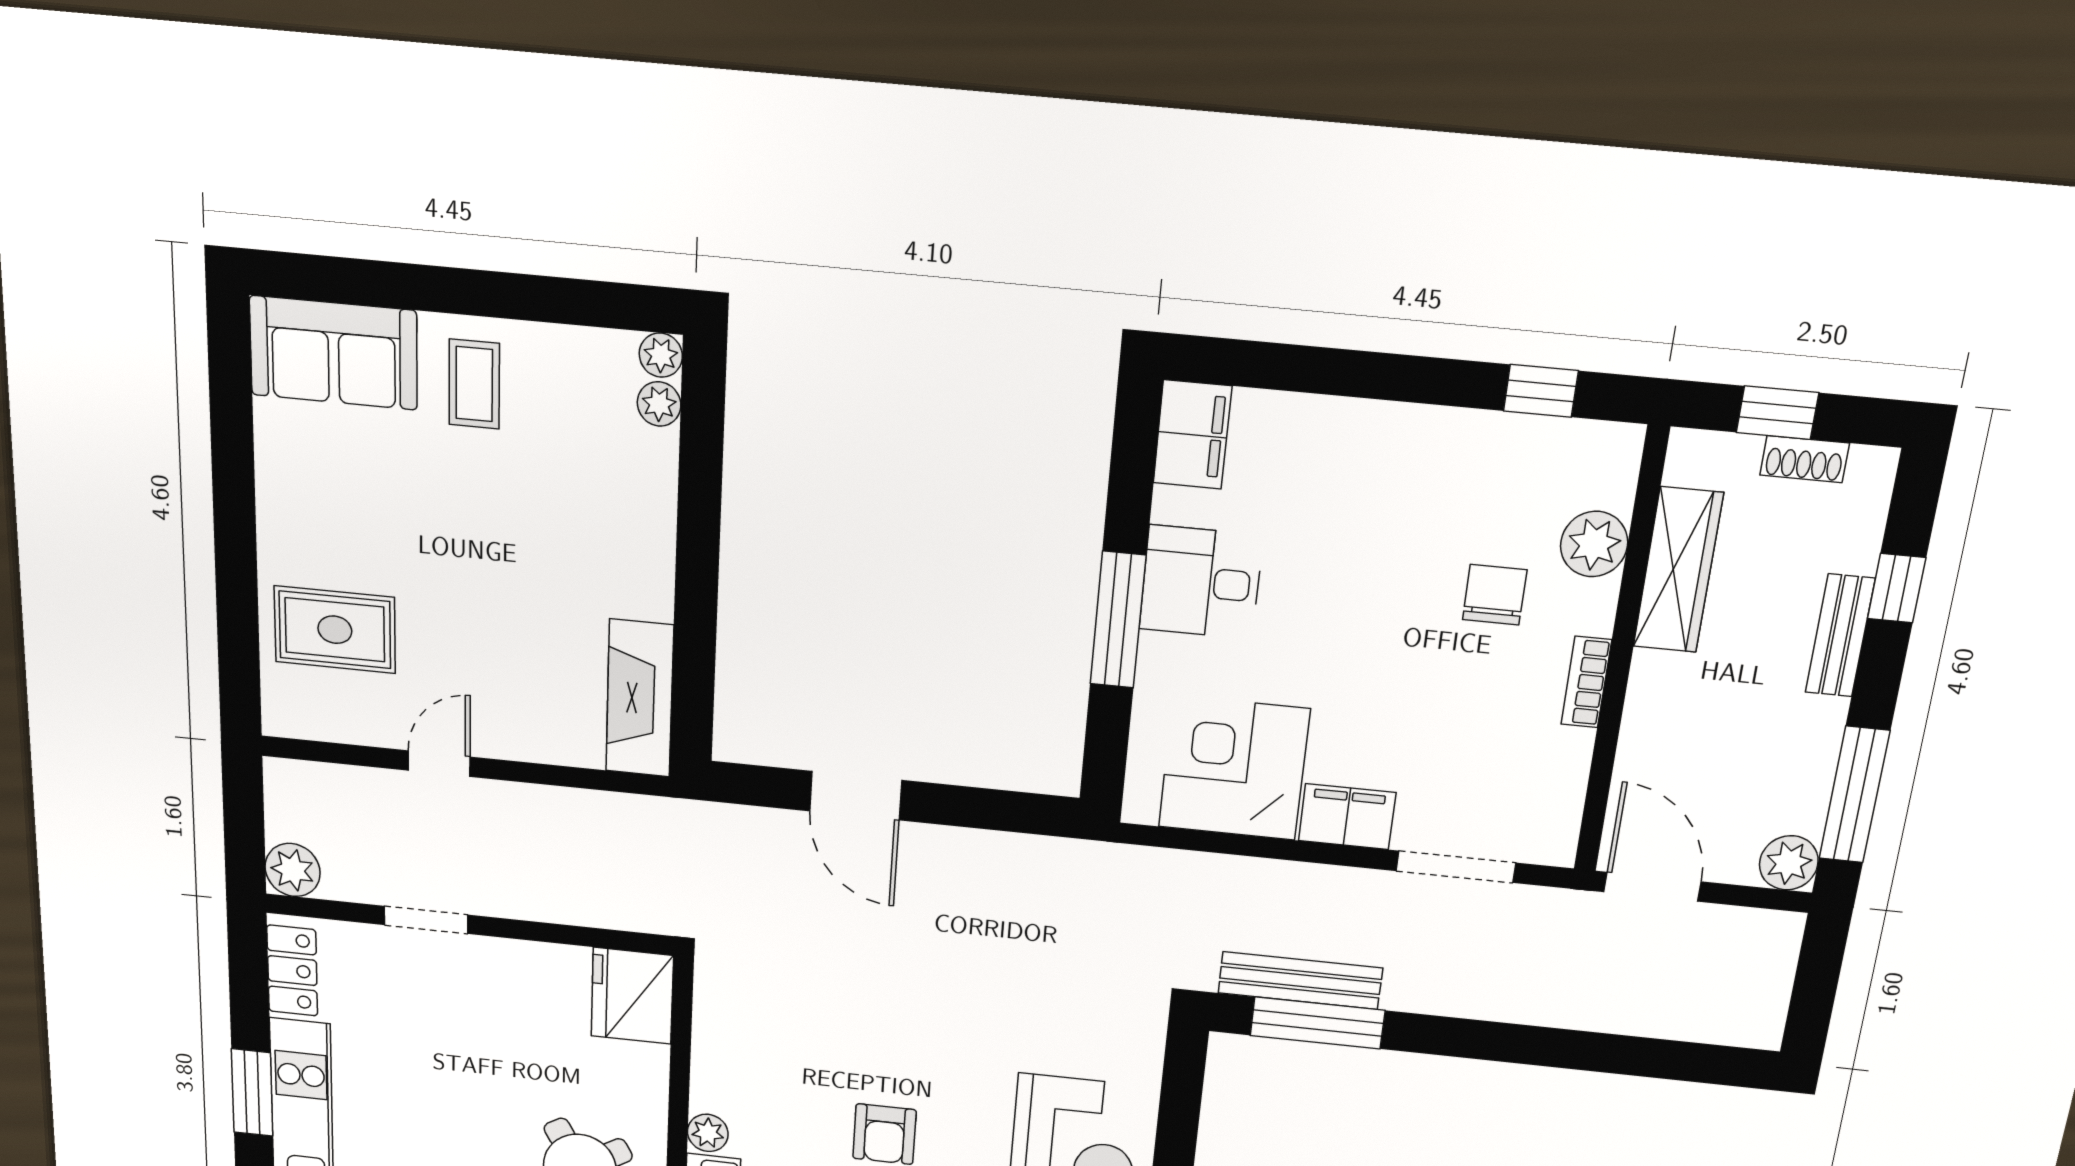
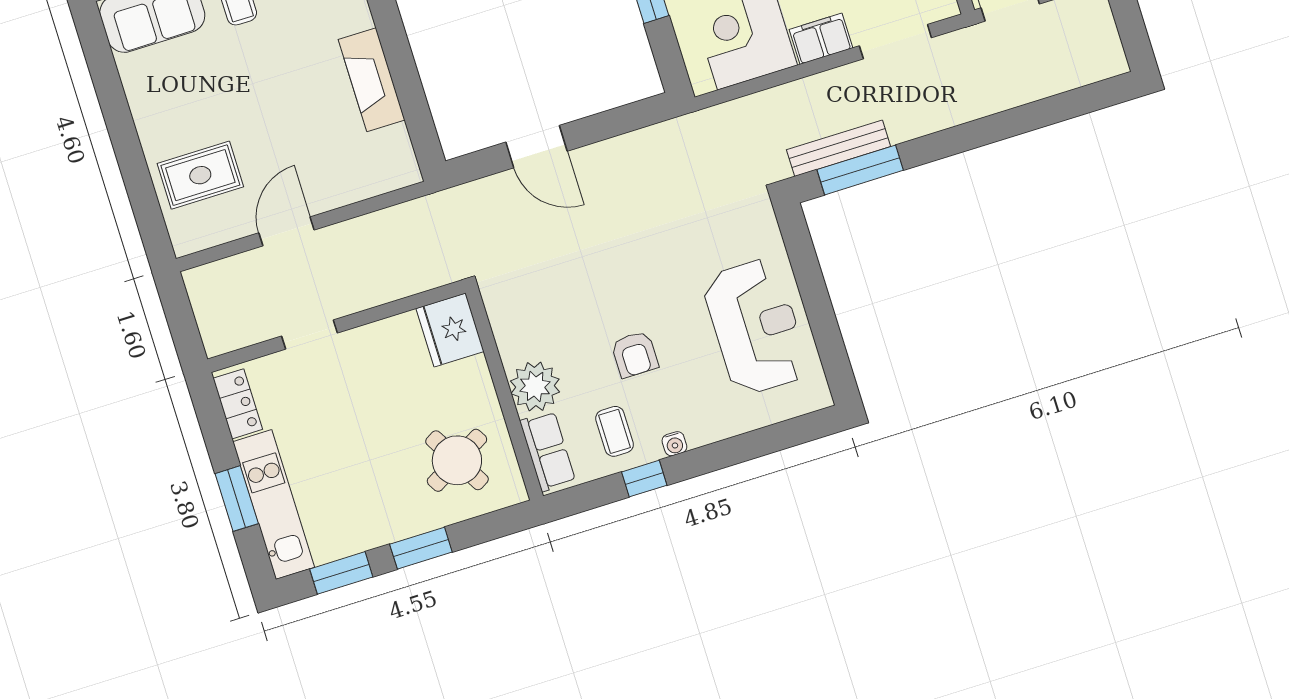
fireplace: (640, 698) -> (372, 80), moved
door: (439, 764) -> (286, 231), width x1.38
plant: (293, 870) -> (219, 337), removed
plant: (708, 1133) -> (535, 386), width x1.87, depth x1.87

